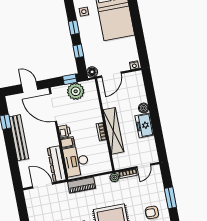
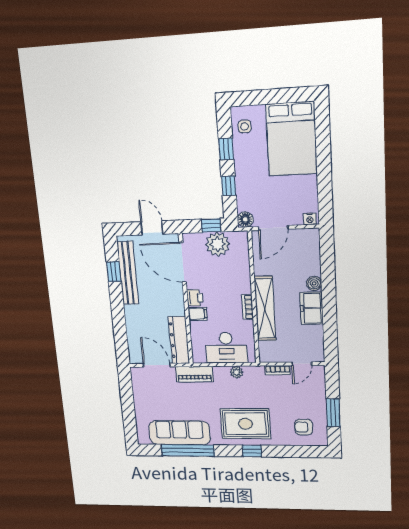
bench: (19, 138) -> (128, 273), moved
desk: (76, 161) -> (226, 348), moved, turned -90
plant: (114, 177) -> (236, 372), moved
piano: (82, 185) -> (194, 374), moved

